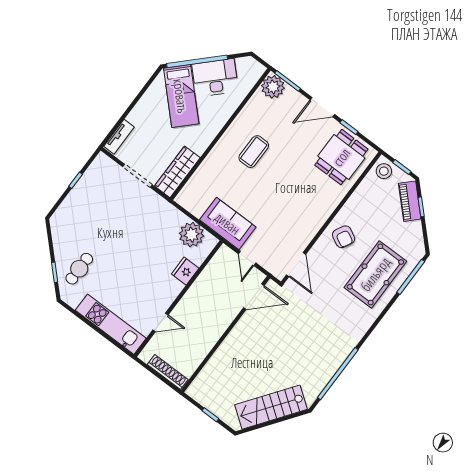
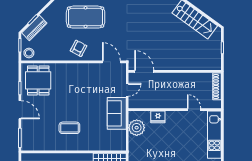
plant: (273, 87) -> (29, 143), removed
dining table: (341, 157) -> (38, 80), turned 90
door: (296, 265) -> (111, 62), hinge flipped

